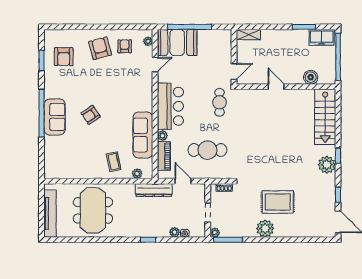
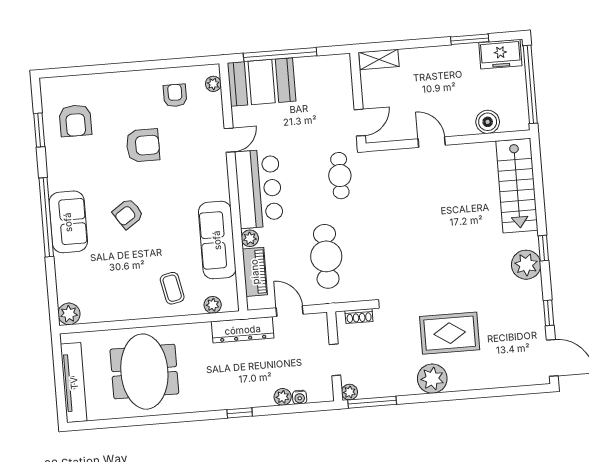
armchair: (100, 48) -> (143, 145), moved, turned 105
door: (155, 65) -> (230, 140), moved
cafe table: (207, 150) -> (326, 256), turned 90
plant: (50, 172) -> (69, 314), added

